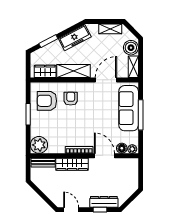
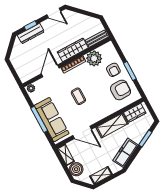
door: (106, 80) -> (82, 132), hinge flipped
armchair: (71, 99) -> (113, 70), moved
coffee table: (91, 117) -> (78, 96), added
plant: (39, 145) -> (94, 58), moved
floor lamp: (122, 148) -> (40, 84), removed
door: (105, 156) -> (50, 71), swing flipped

